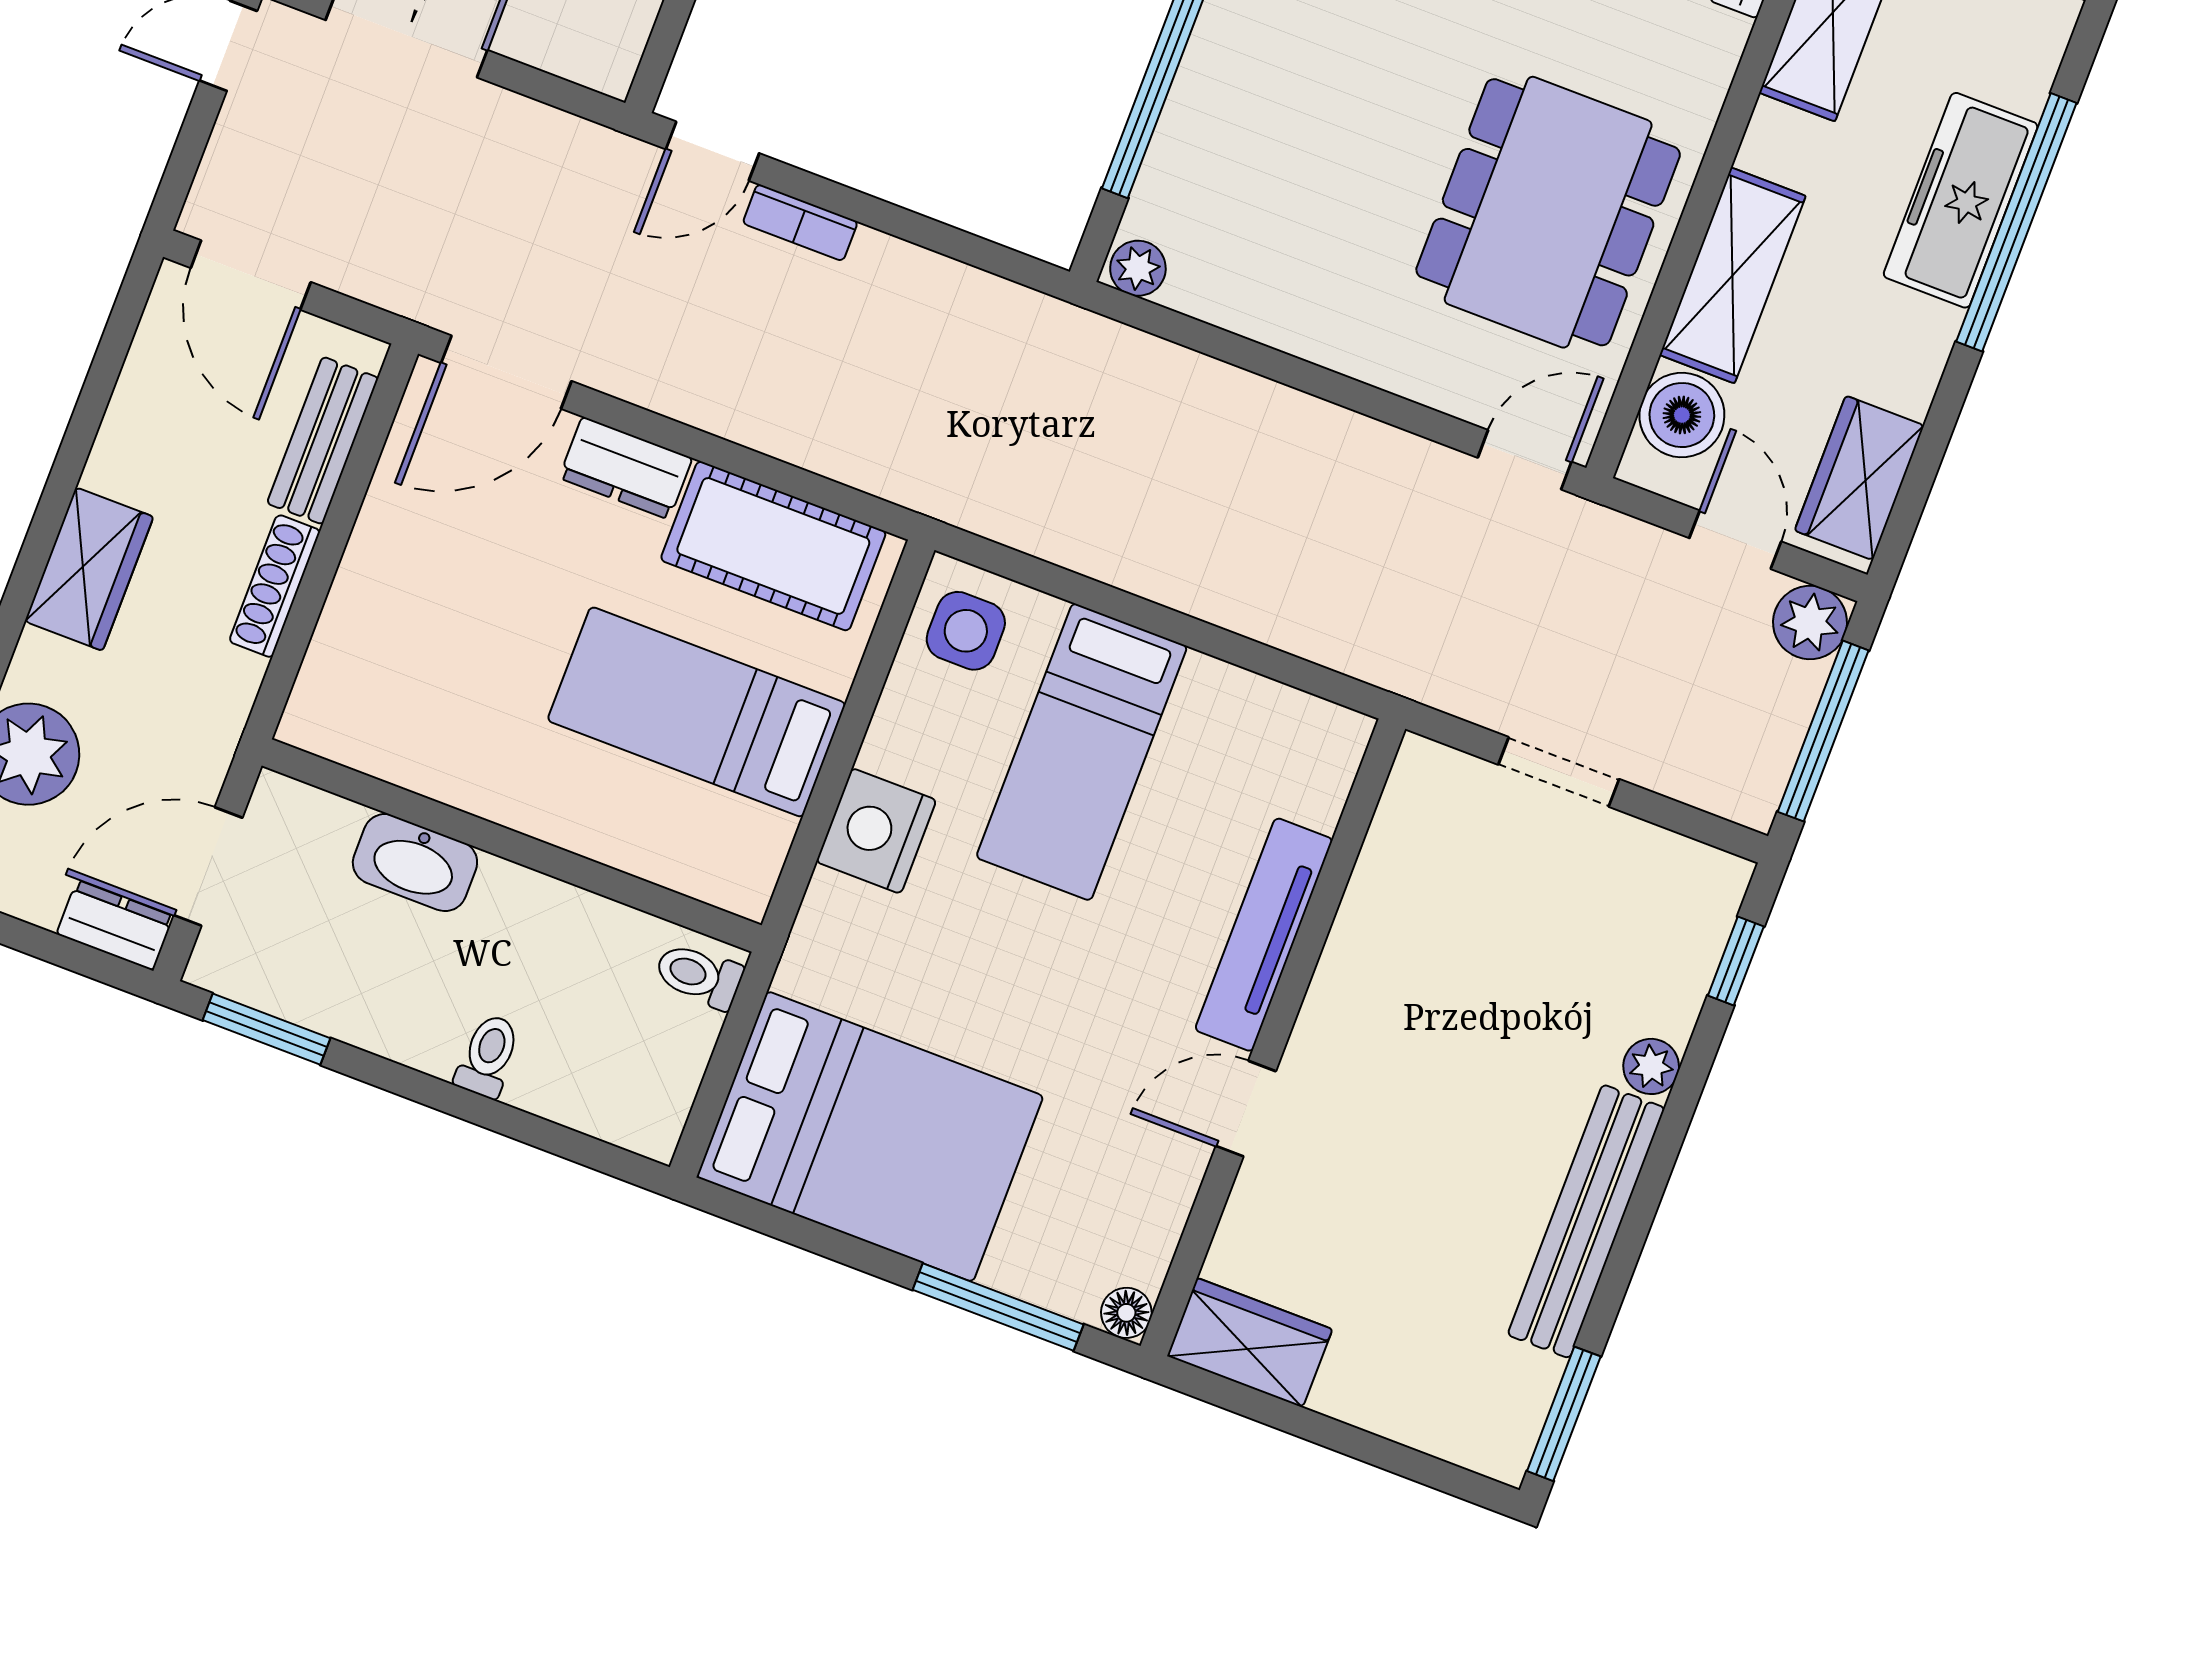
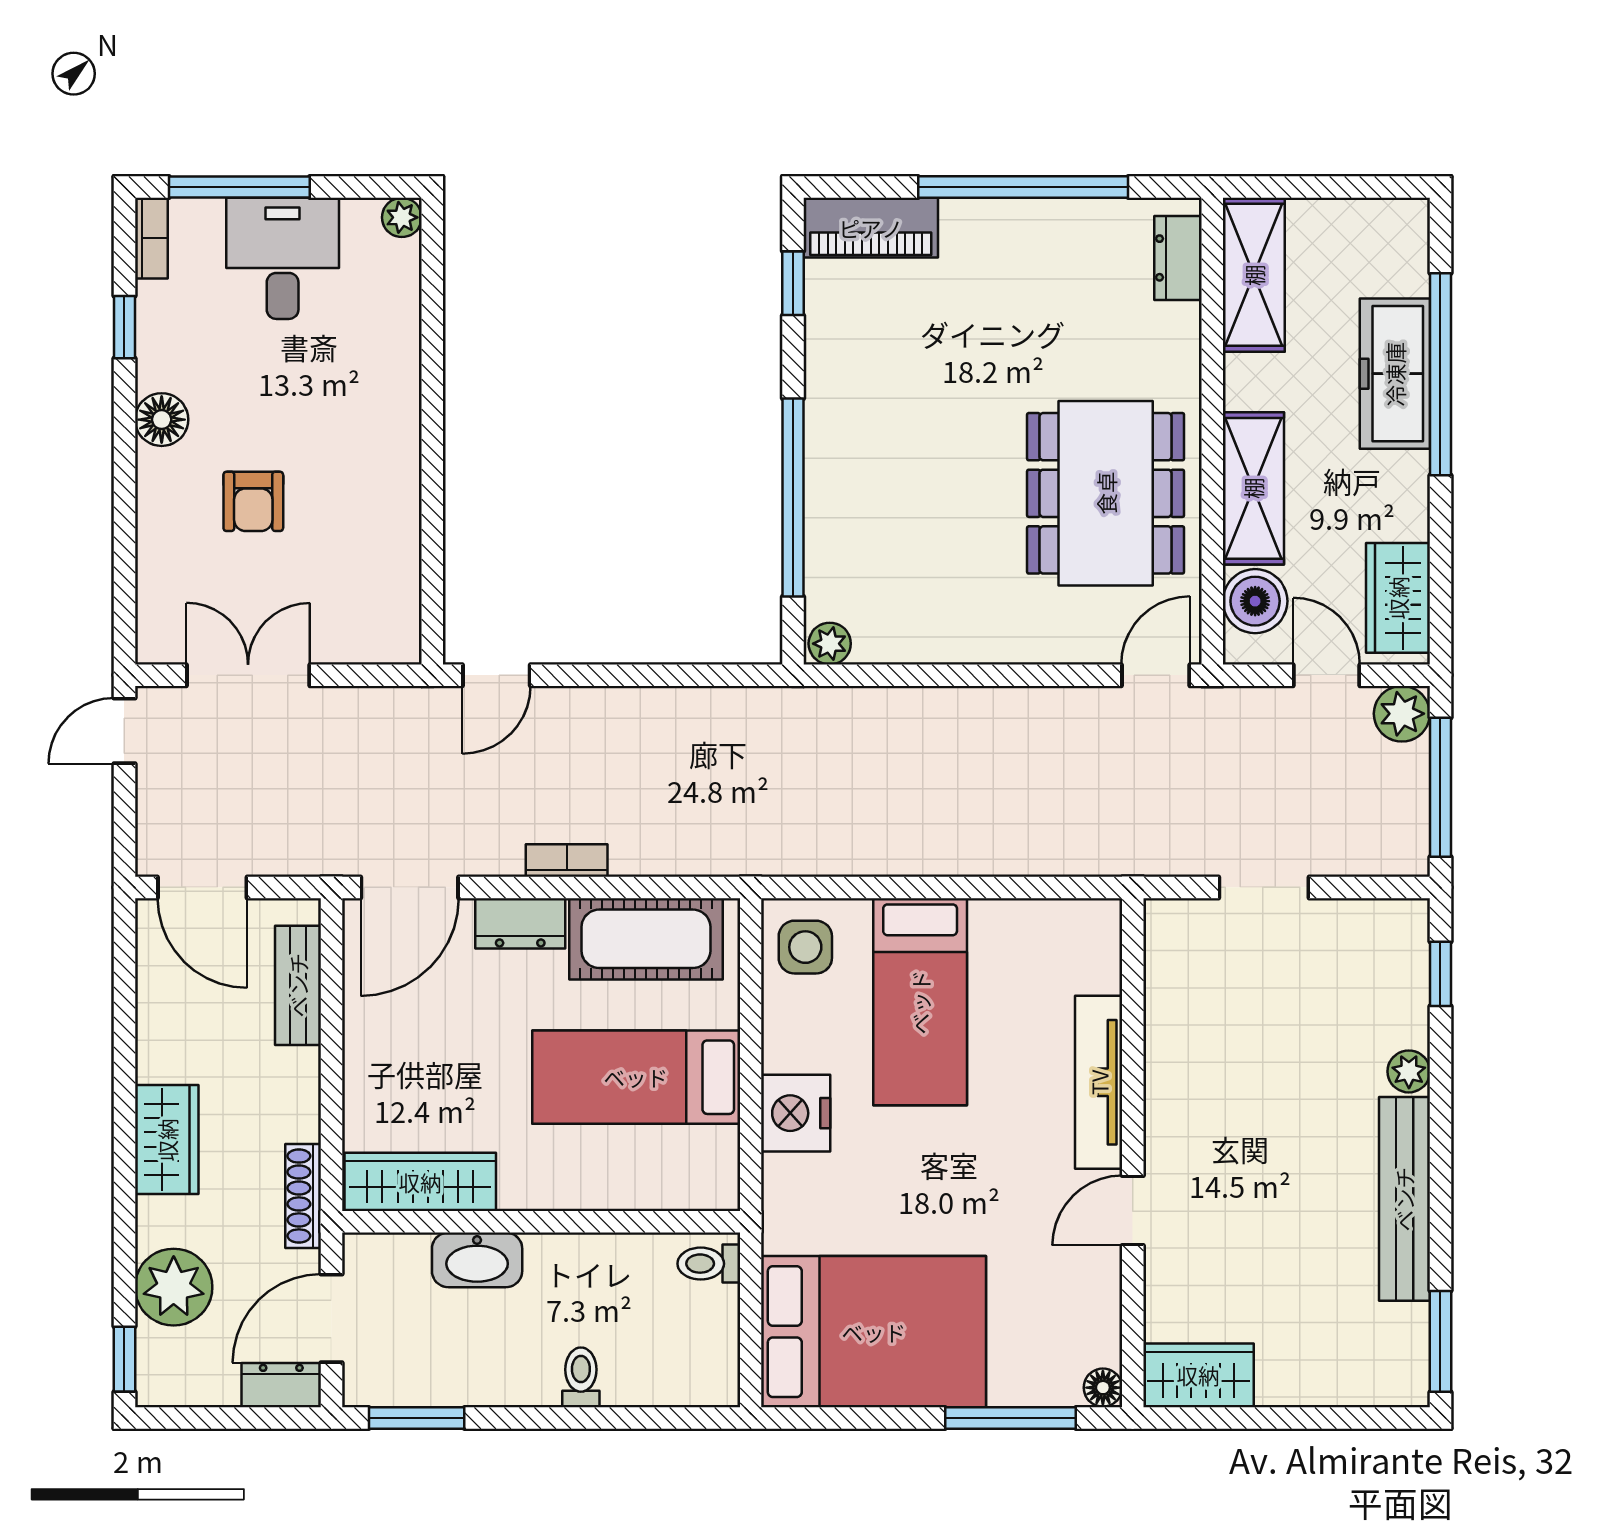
bookcase: (800, 223) -> (567, 860), moved, turned 180
shoe rack: (275, 586) -> (303, 1196), moved
wardrobe: (382, 740) -> (420, 1182), added

